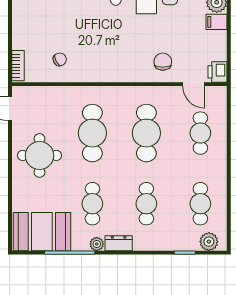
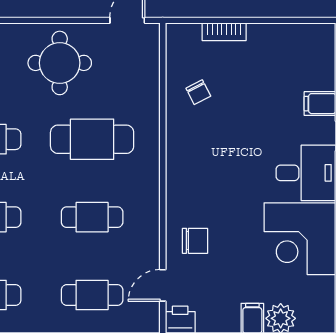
bookcase: (18, 66) -> (224, 32), moved
cafe table: (146, 133) -> (92, 217), width x0.73, depth x0.74

